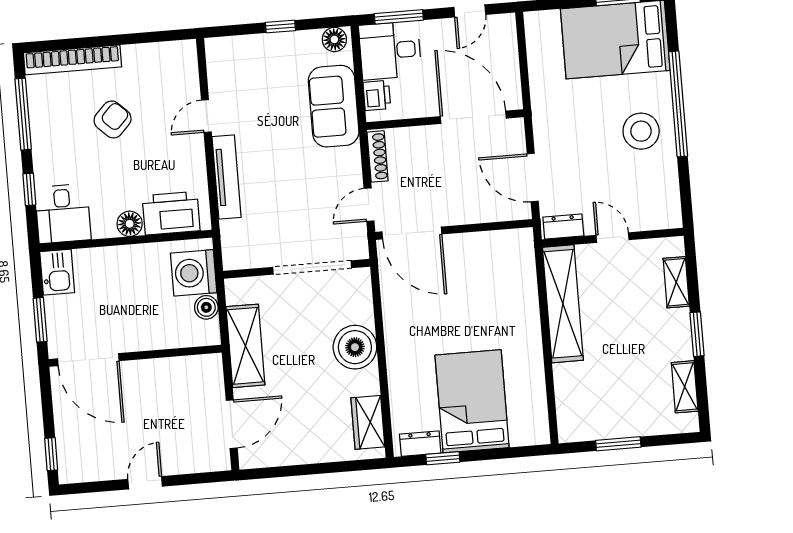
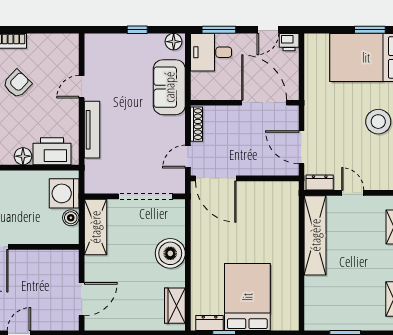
printer: (377, 95) -> (289, 42), moved, turned 90
shelving: (245, 346) -> (95, 227), moved

